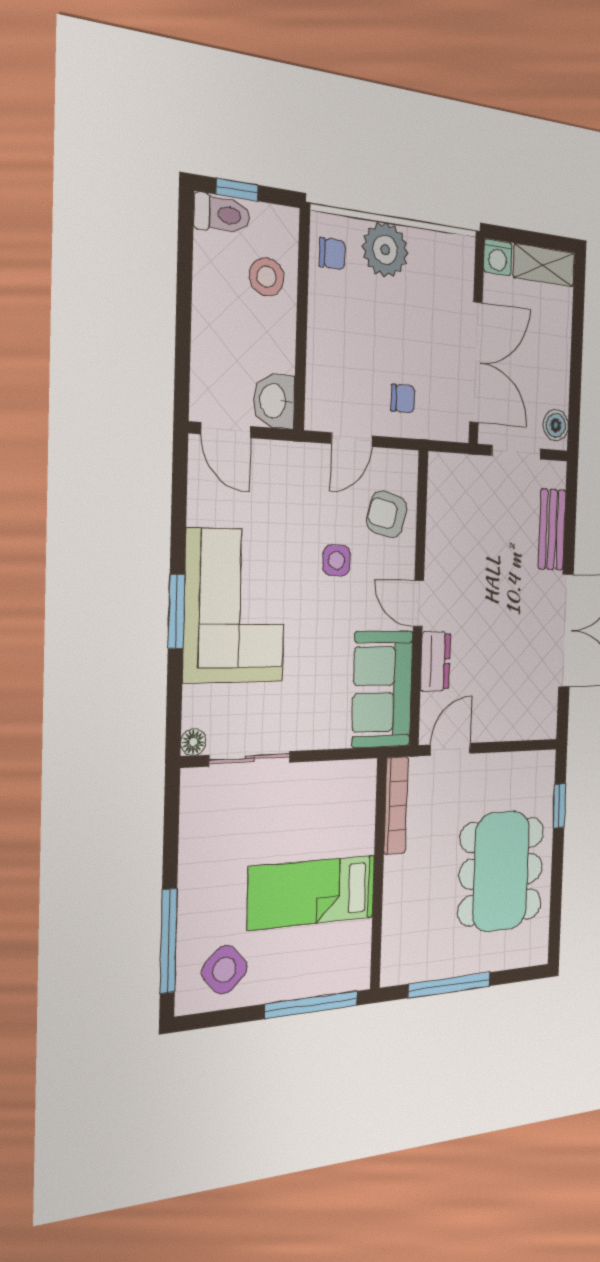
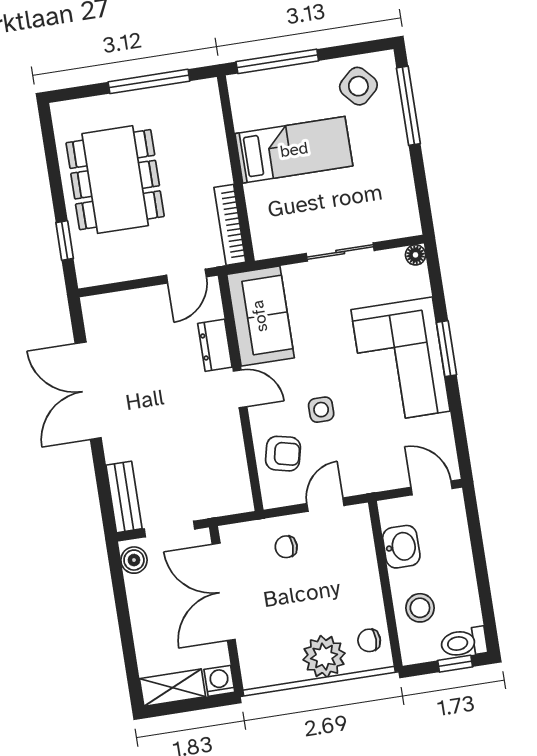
washbasin: (274, 401) -> (401, 547), moved
bench: (552, 529) -> (124, 497), moved
sliding door: (250, 759) -> (340, 252), moved

